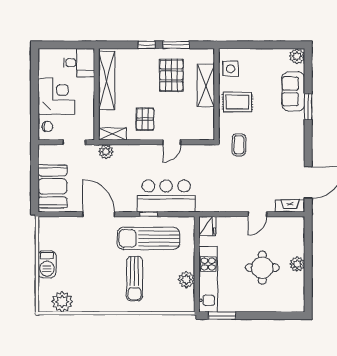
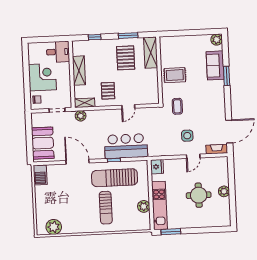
window: (147, 45) -> (95, 37), moved
side table: (231, 69) -> (187, 136), moved
shelving: (107, 80) -> (79, 71), width x0.68
shelving: (206, 86) -> (151, 53), moved
barbecue: (47, 264) -> (40, 175), moved

